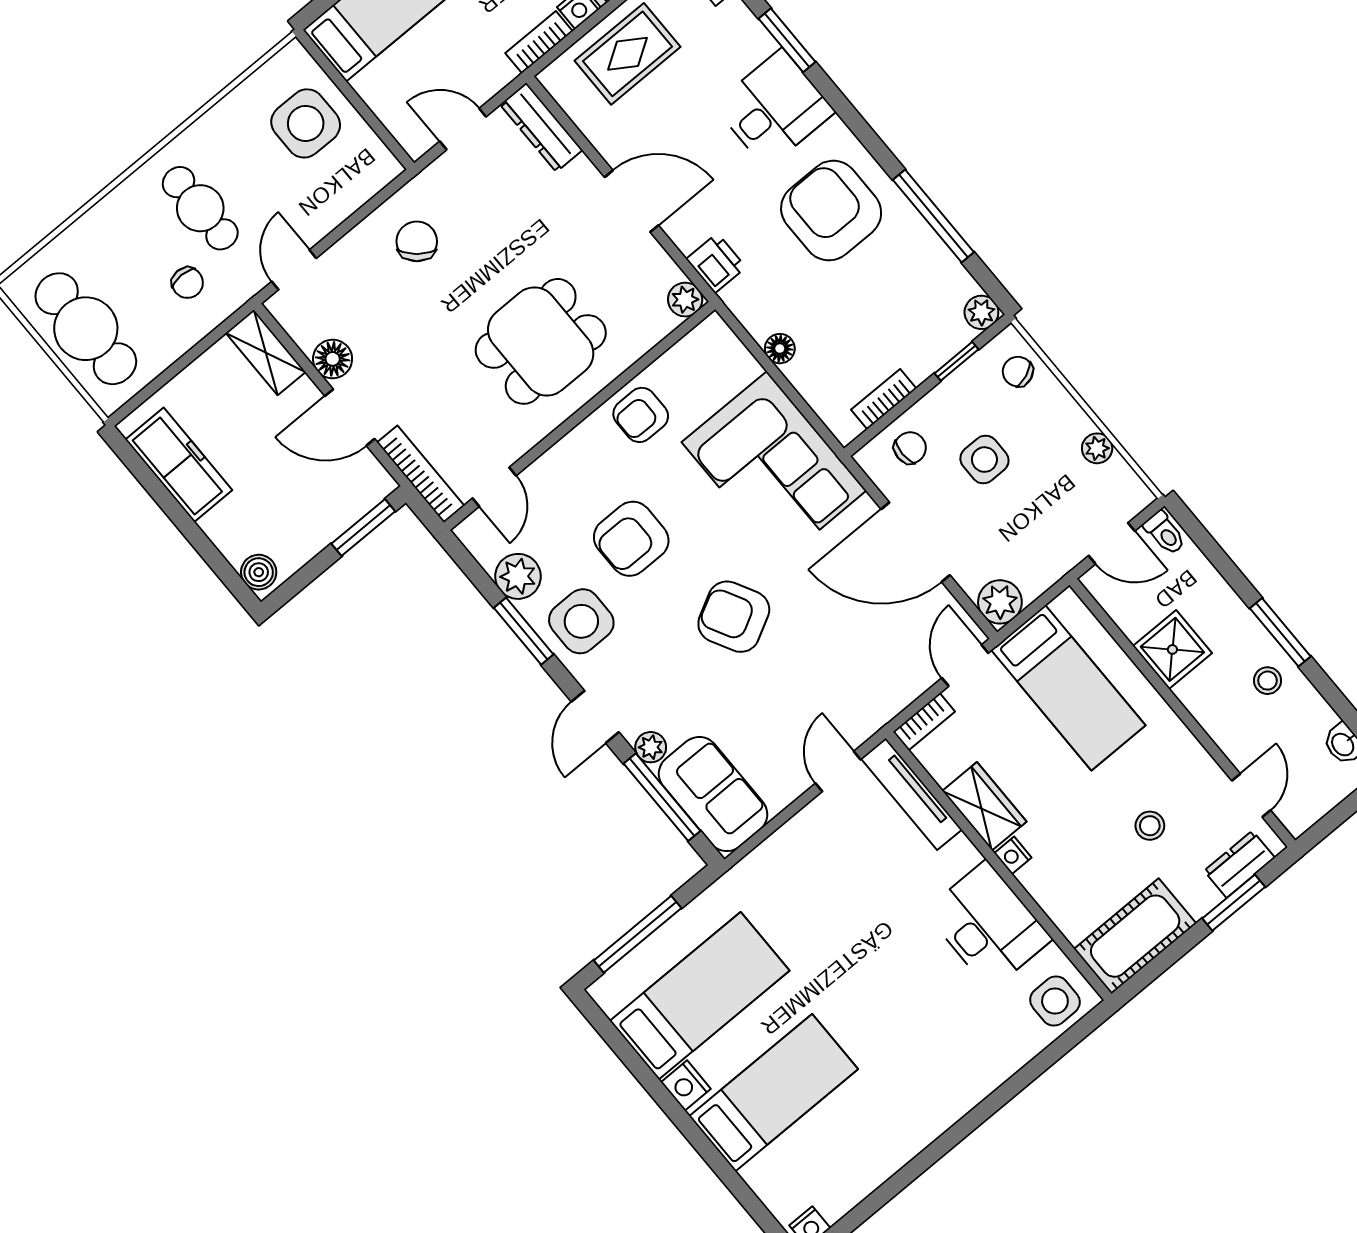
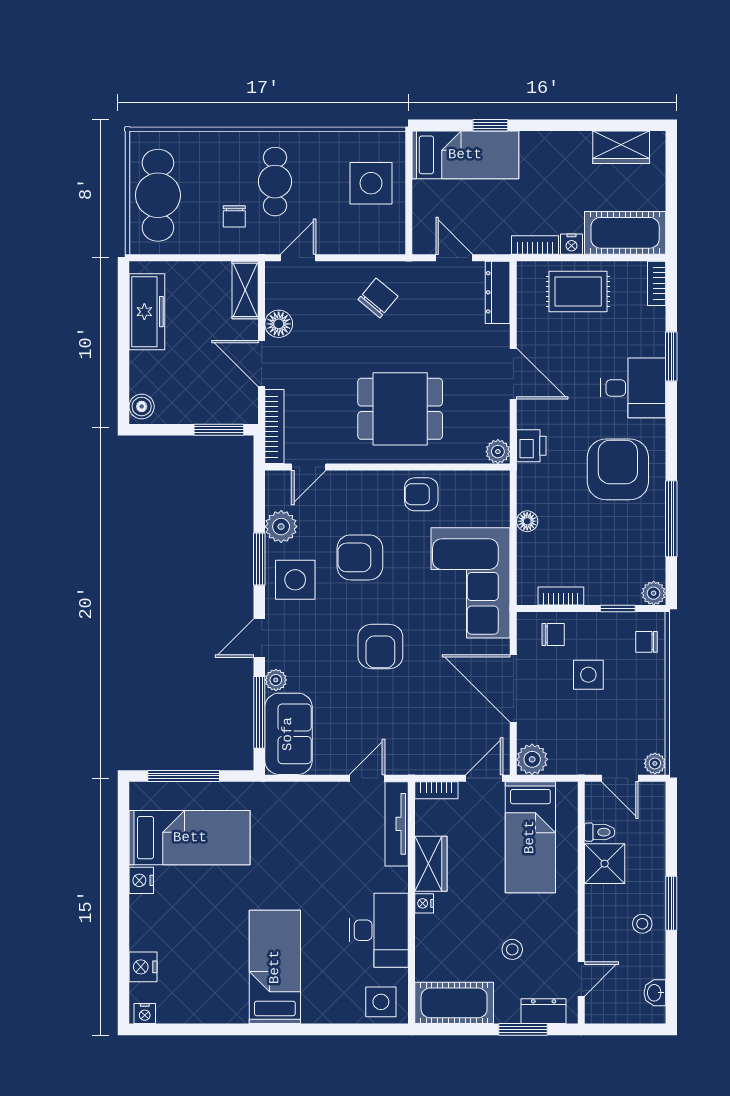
chair: (1018, 372) -> (647, 642), turned -68
plant: (1097, 448) -> (655, 763), moved
toilet: (1165, 533) -> (600, 832), moved, turned -90
armchair: (734, 617) -> (380, 647), turned -152
bed: (774, 1093) -> (275, 967), moved, turned -90
nightstand: (766, 1178) -> (143, 967), added

